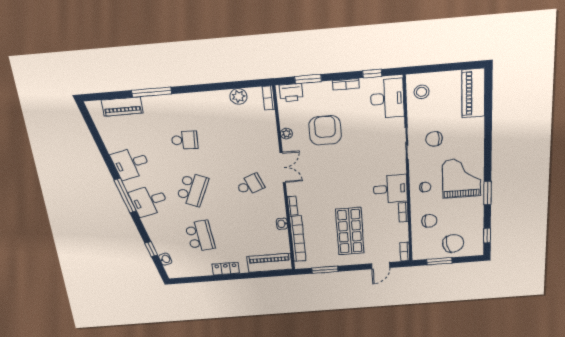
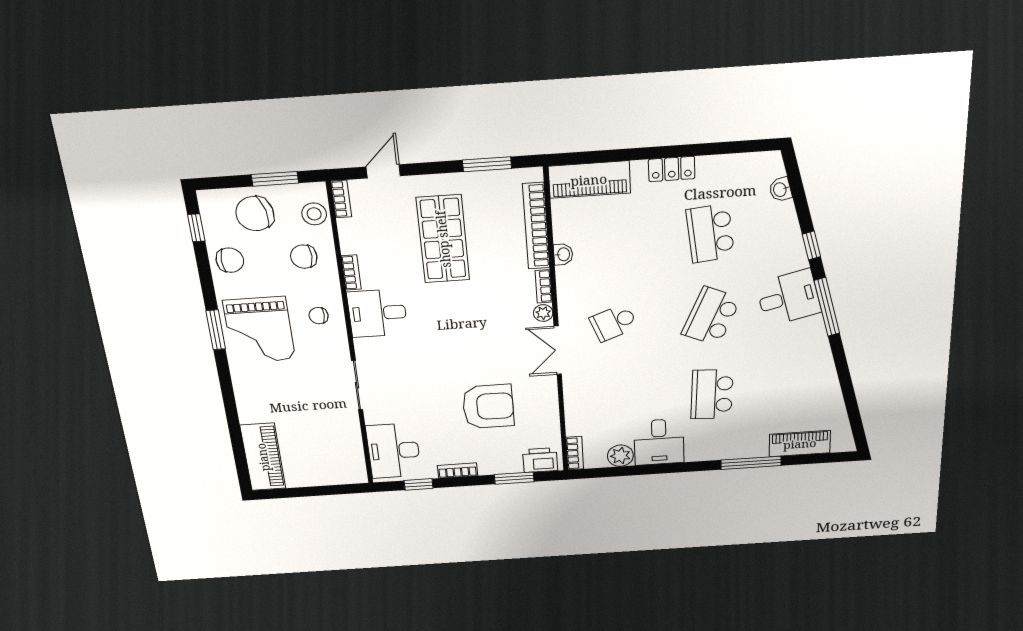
stool: (422, 92) -> (314, 214), moved
armchair: (325, 130) -> (488, 407), turned -90
plant: (286, 134) -> (543, 313), moved
chair: (434, 139) -> (230, 260), moved
school desk: (185, 140) -> (712, 394), width x1.85
desk: (131, 163) -> (659, 442), moved, turned 104
window: (487, 193) -> (216, 330), moved
window: (151, 249) -> (811, 245), moved

